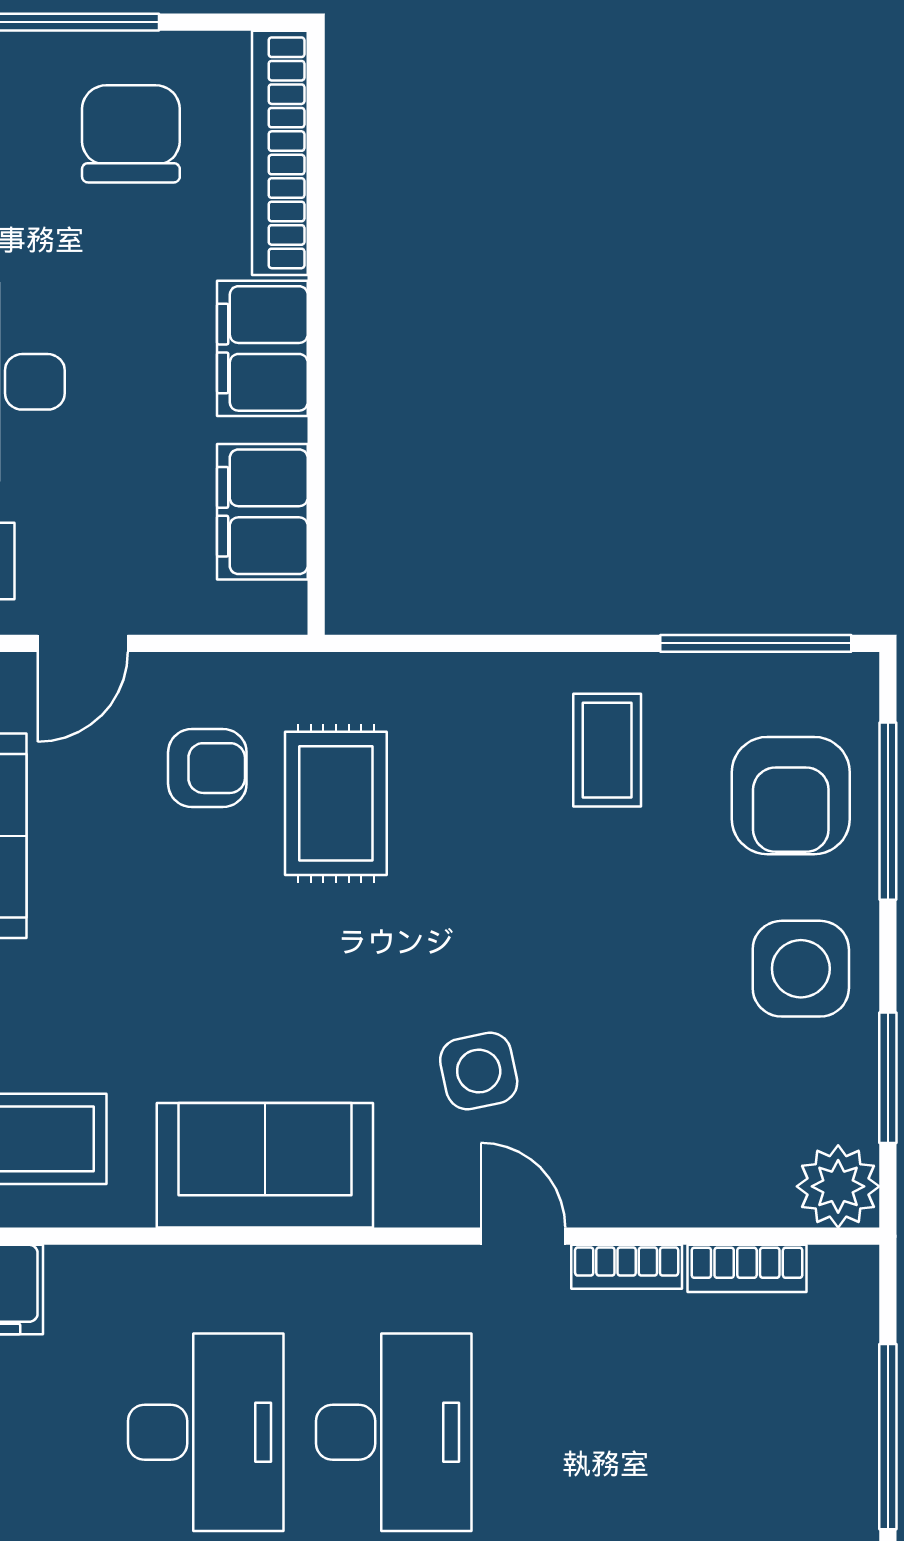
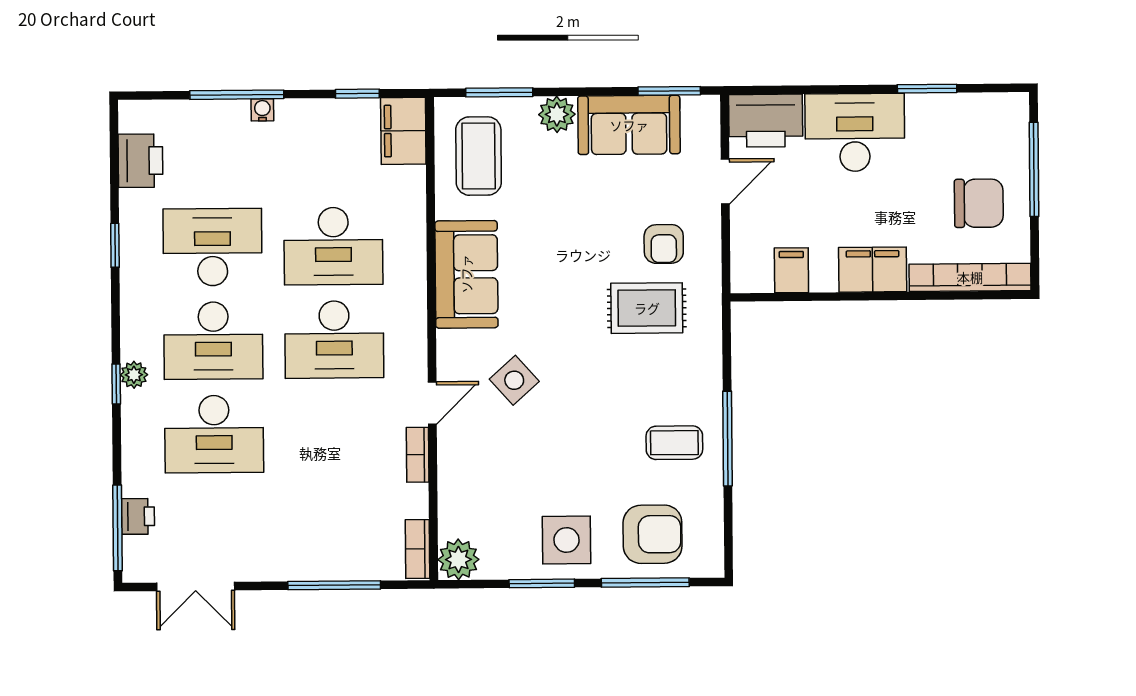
filing cabinet: (262, 512) -> (791, 270), width x0.50
door: (83, 643) -> (725, 181), swing flipped
window: (756, 643) -> (727, 439), moved
armchair: (791, 796) -> (653, 534), turned 180
side table: (479, 1071) -> (514, 380), turned -30
window: (888, 1078) -> (542, 583), moved
bookcase: (747, 1268) -> (418, 549), moved

